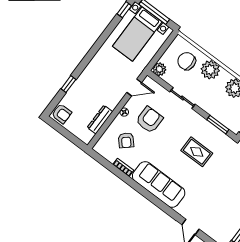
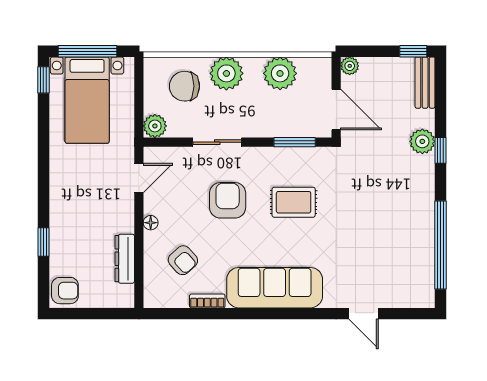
armchair: (149, 120) -> (228, 200), moved

